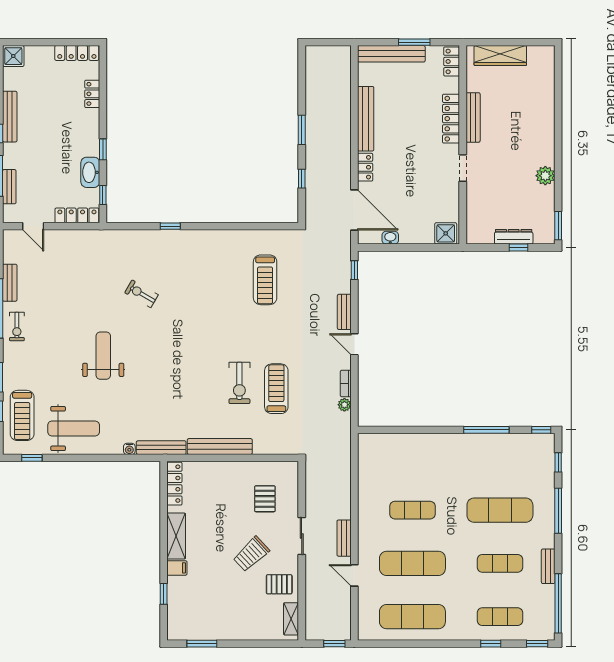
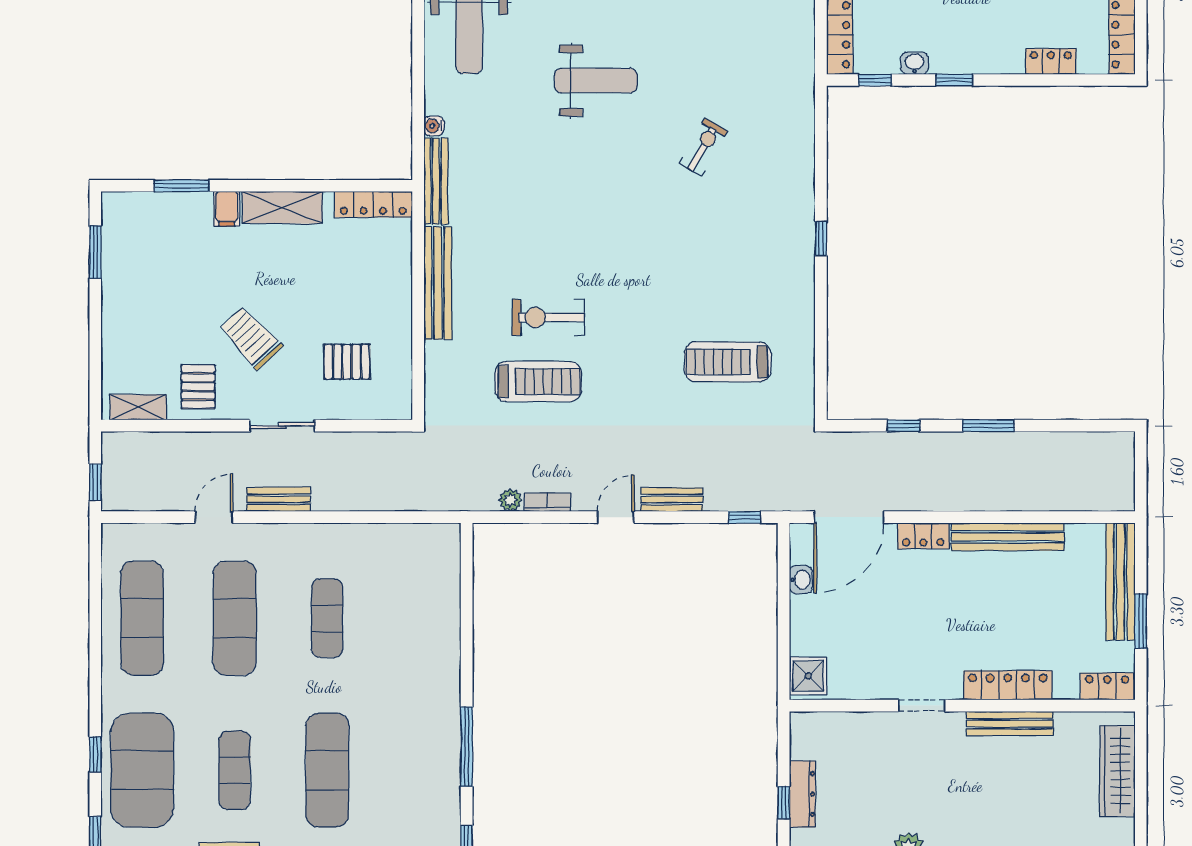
washbasin: (90, 172) -> (914, 63), width x0.52, depth x0.69
window: (170, 226) -> (821, 239), moved
window: (164, 594) -> (182, 186), width x1.50
exercise mat: (500, 617) -> (142, 770), width x2.00, depth x1.45

